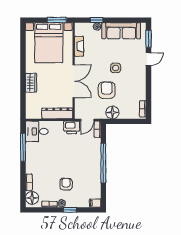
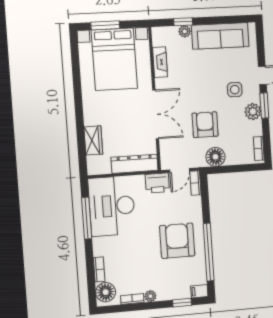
window: (57, 20) -> (105, 25), moved
window: (148, 39) -> (264, 106), moved
side table: (116, 68) -> (235, 90), moved
wardrobe: (31, 83) -> (93, 140), moved
plant: (140, 83) -> (253, 112), added
desk: (37, 131) -> (112, 206), width x1.87, depth x1.30
window: (103, 163) -> (209, 252), moved
armchair: (66, 184) -> (177, 241), moved, width x1.88, depth x1.88
window: (70, 210) -> (182, 303), moved

